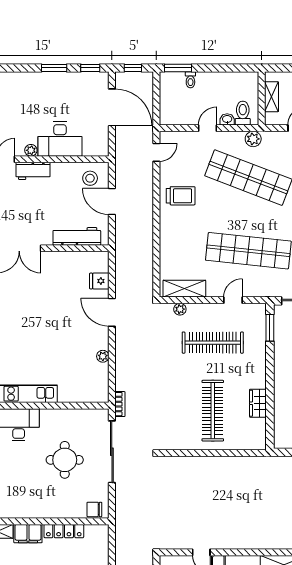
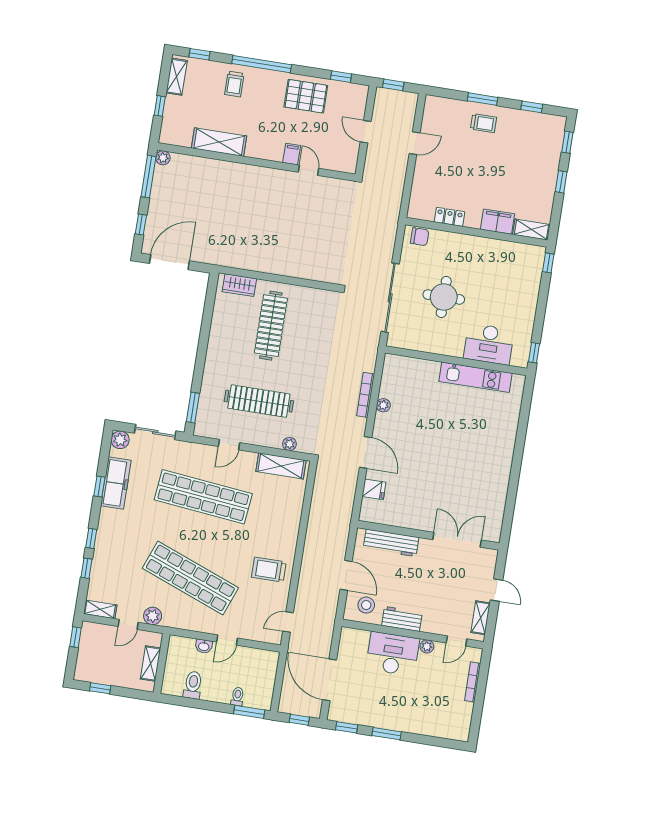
toilet: (243, 113) -> (193, 685), moved, turned 180
plant: (253, 139) -> (153, 616), moved
workbench: (33, 171) -> (402, 619), moved
wardrobe: (258, 403) -> (239, 285), moved, turned 90
bookcase: (120, 404) -> (366, 395), moved, width x1.56
locker: (64, 531) -> (449, 217), width x0.66

